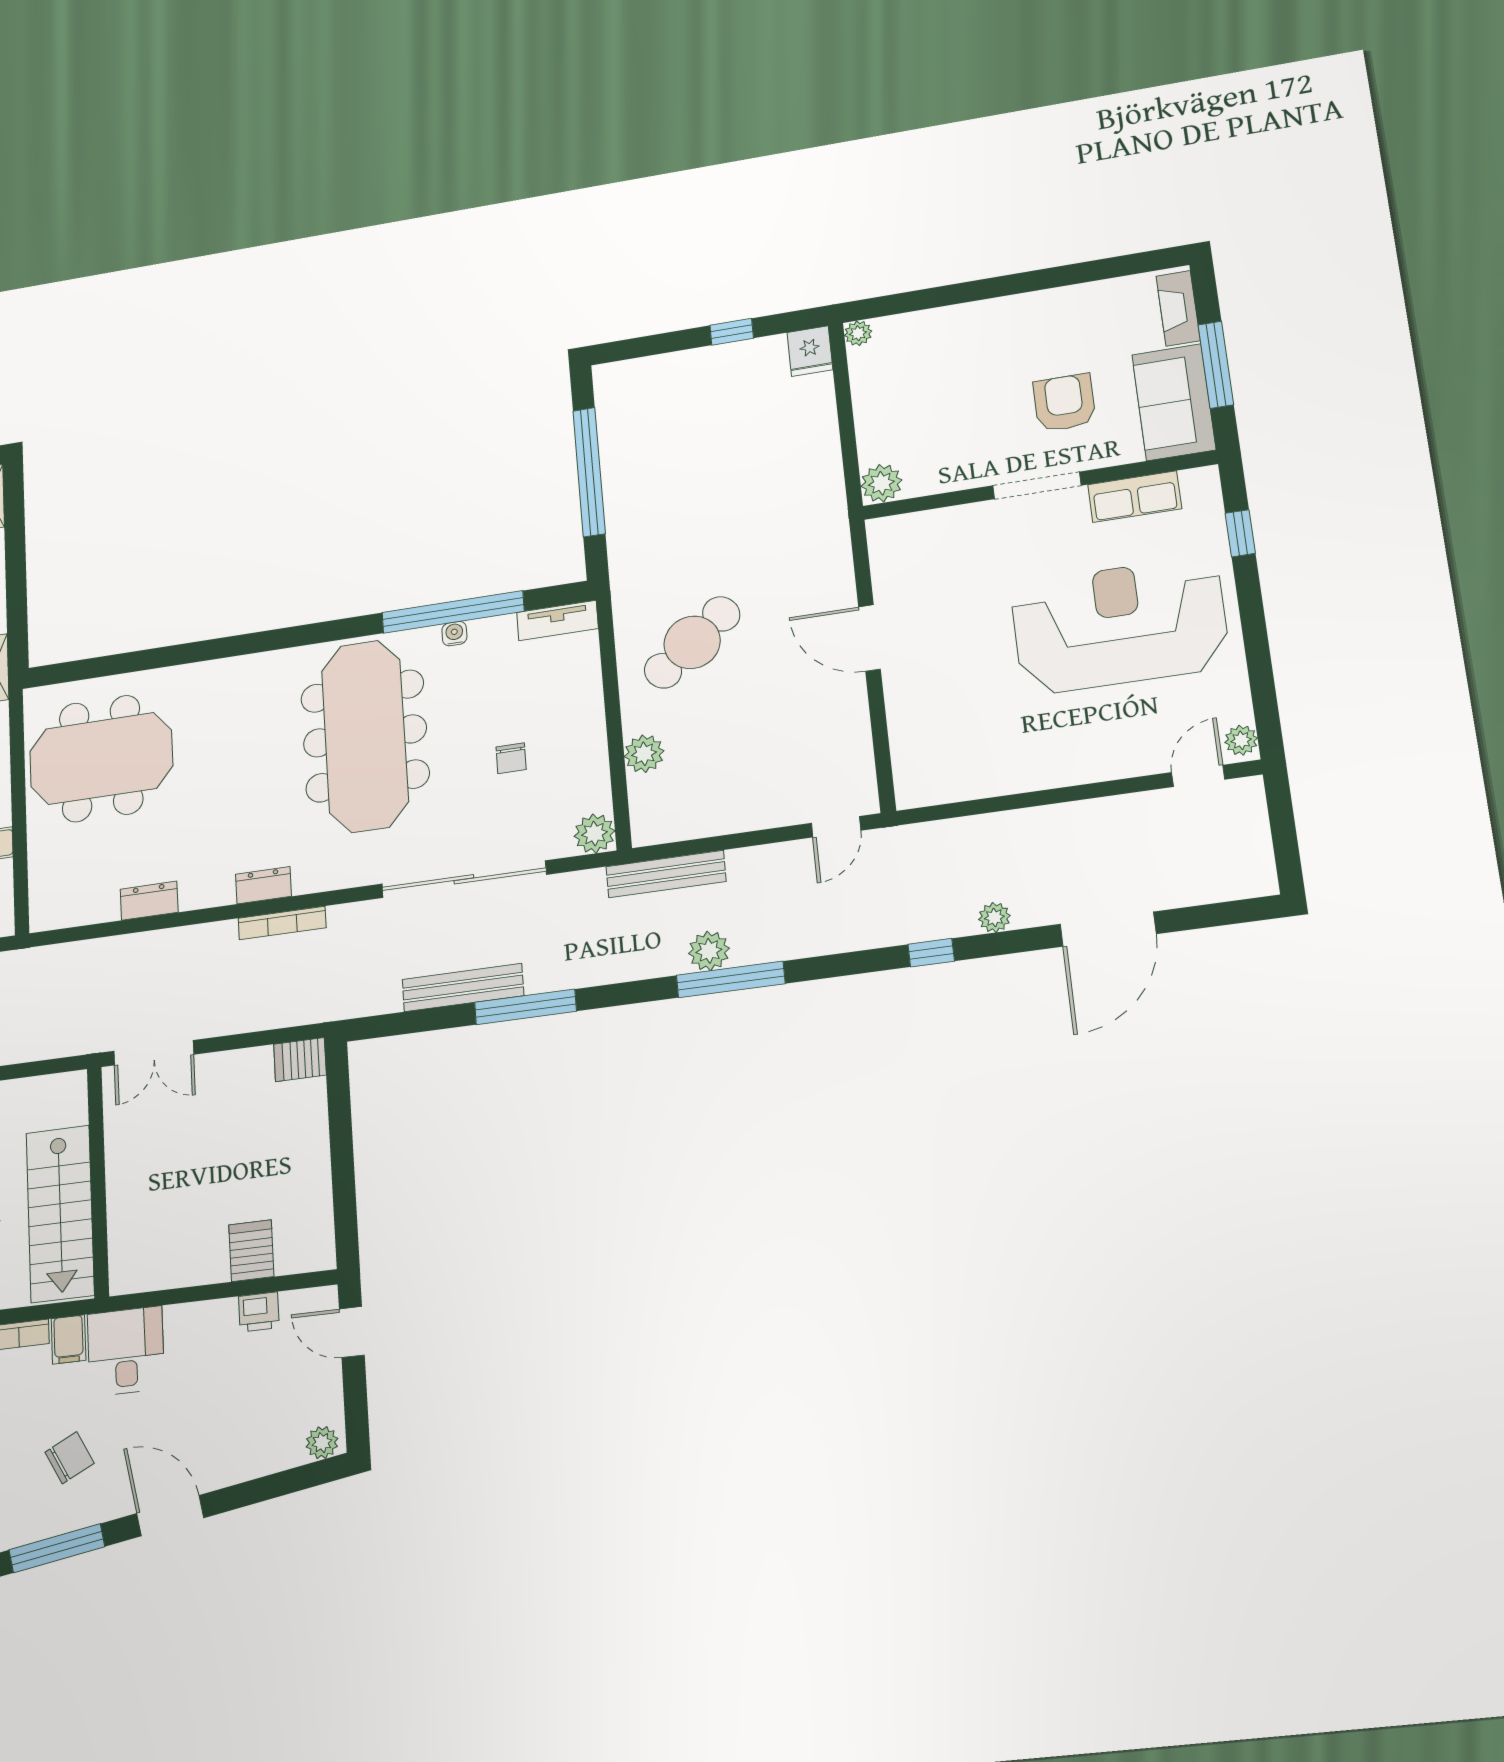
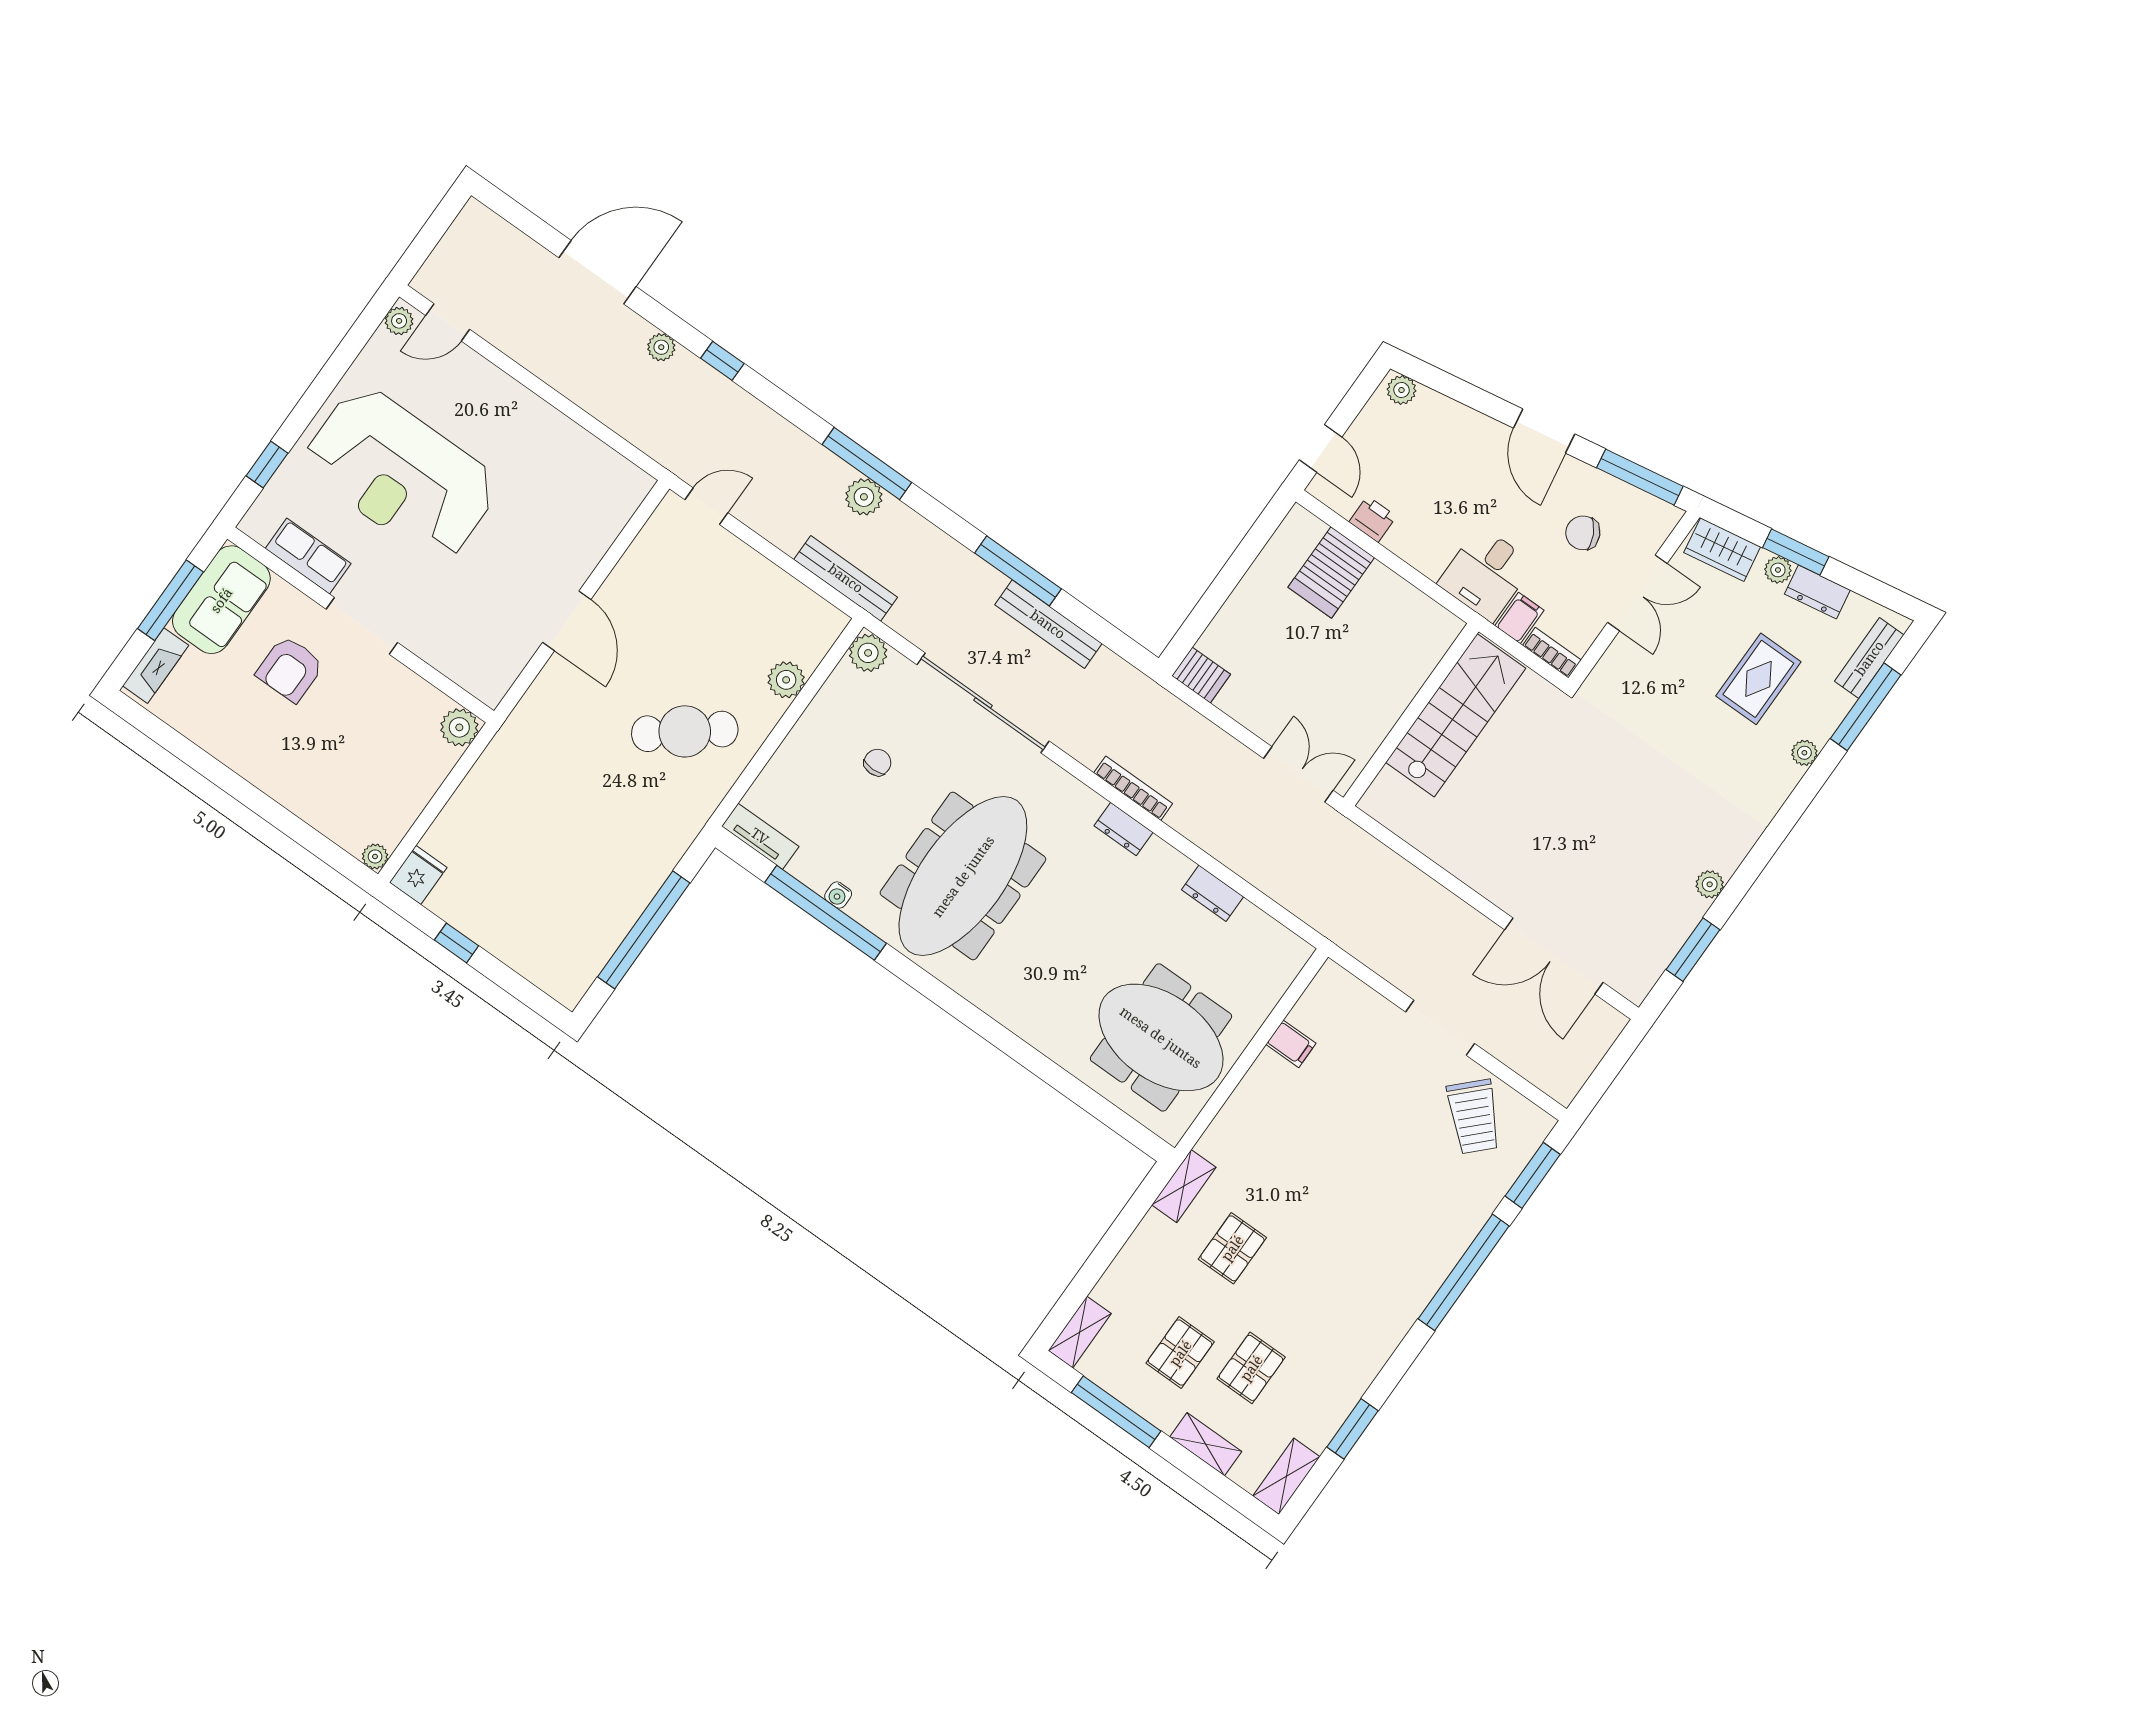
server rack: (251, 1251) -> (1331, 572), width x1.36, depth x1.44

